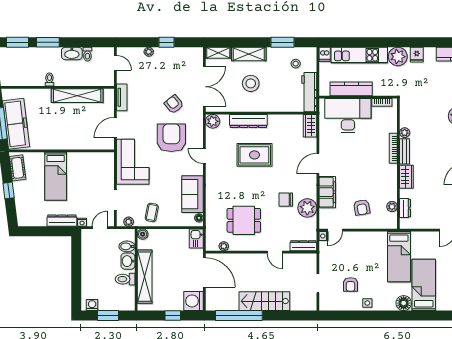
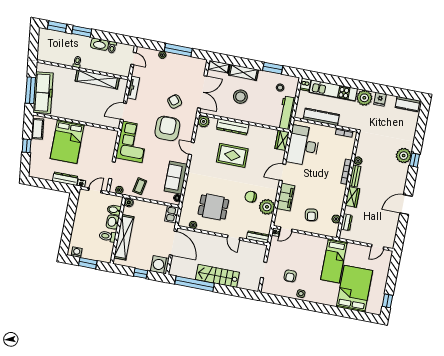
window: (166, 42) -> (178, 50), width x2.17
desk: (348, 116) -> (303, 146), moved, turned -90
bed: (56, 176) -> (67, 142), width x1.50
bed: (424, 285) -> (354, 289), width x1.50
floor lamp: (404, 303) -> (330, 299), removed

